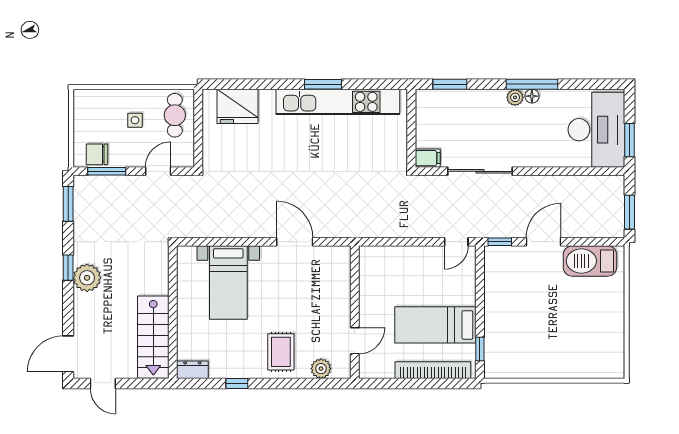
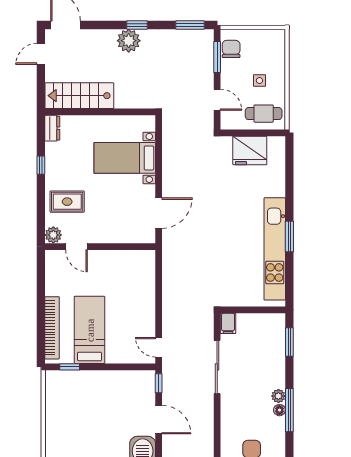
fridge: (238, 106) -> (250, 151), moved, turned -90
wall: (355, 312) -> (100, 247), moved
door: (355, 341) -> (76, 247), moved

